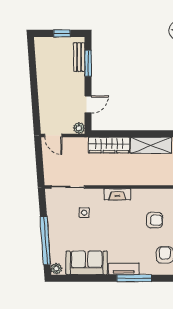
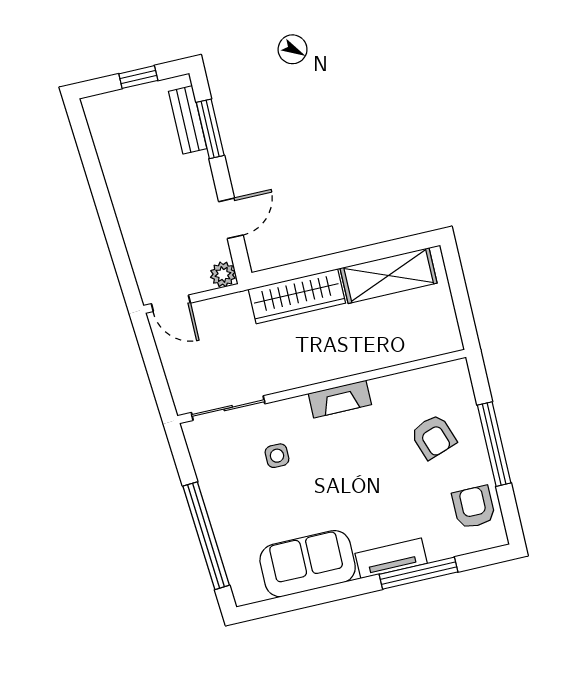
armchair: (154, 220) -> (433, 437), turned 70
plant: (56, 269) -> (244, 591), removed

